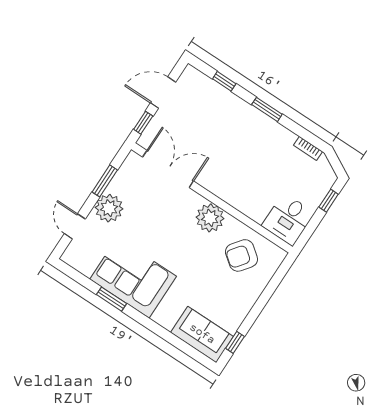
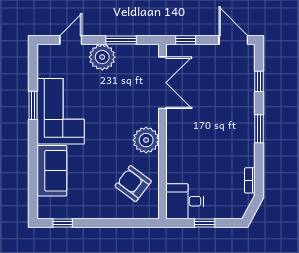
door: (163, 92) -> (233, 40), moved
window: (329, 201) -> (205, 223), moved
sofa: (202, 334) -> (52, 171), moved

